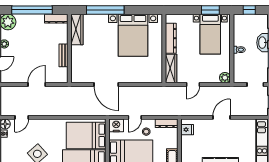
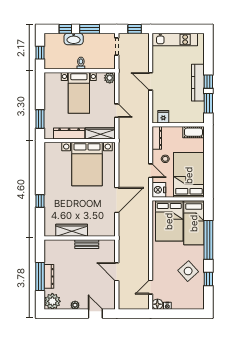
window: (32, 10) -> (40, 277), width x0.68
window: (105, 10) -> (40, 201), width x0.32
window: (210, 10) -> (40, 119), moved
dresser: (56, 19) -> (49, 276), moved
wardrobe: (77, 29) -> (72, 230), moved
bed with nightstands: (210, 34) -> (79, 93), moved, turned 90
bed with nightstands: (133, 35) -> (87, 164), moved, turned 90
door: (22, 117) -> (151, 287), swing flipped

